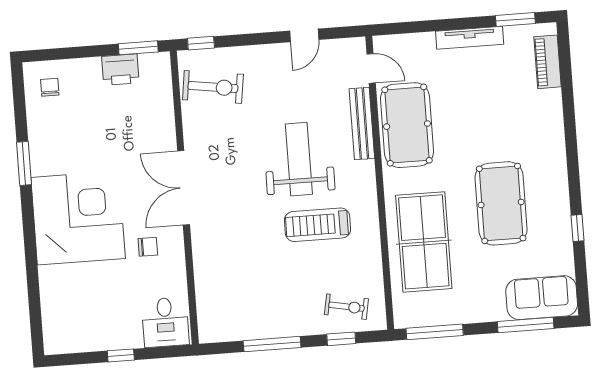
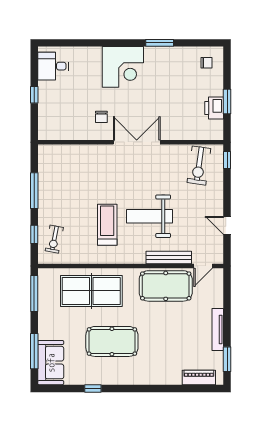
window: (138, 48) -> (227, 102), moved
weight bench: (299, 159) -> (149, 216), turned 180
corner desk: (78, 218) -> (123, 67), width x0.74, depth x0.74
desk: (165, 322) -> (53, 66), moved

